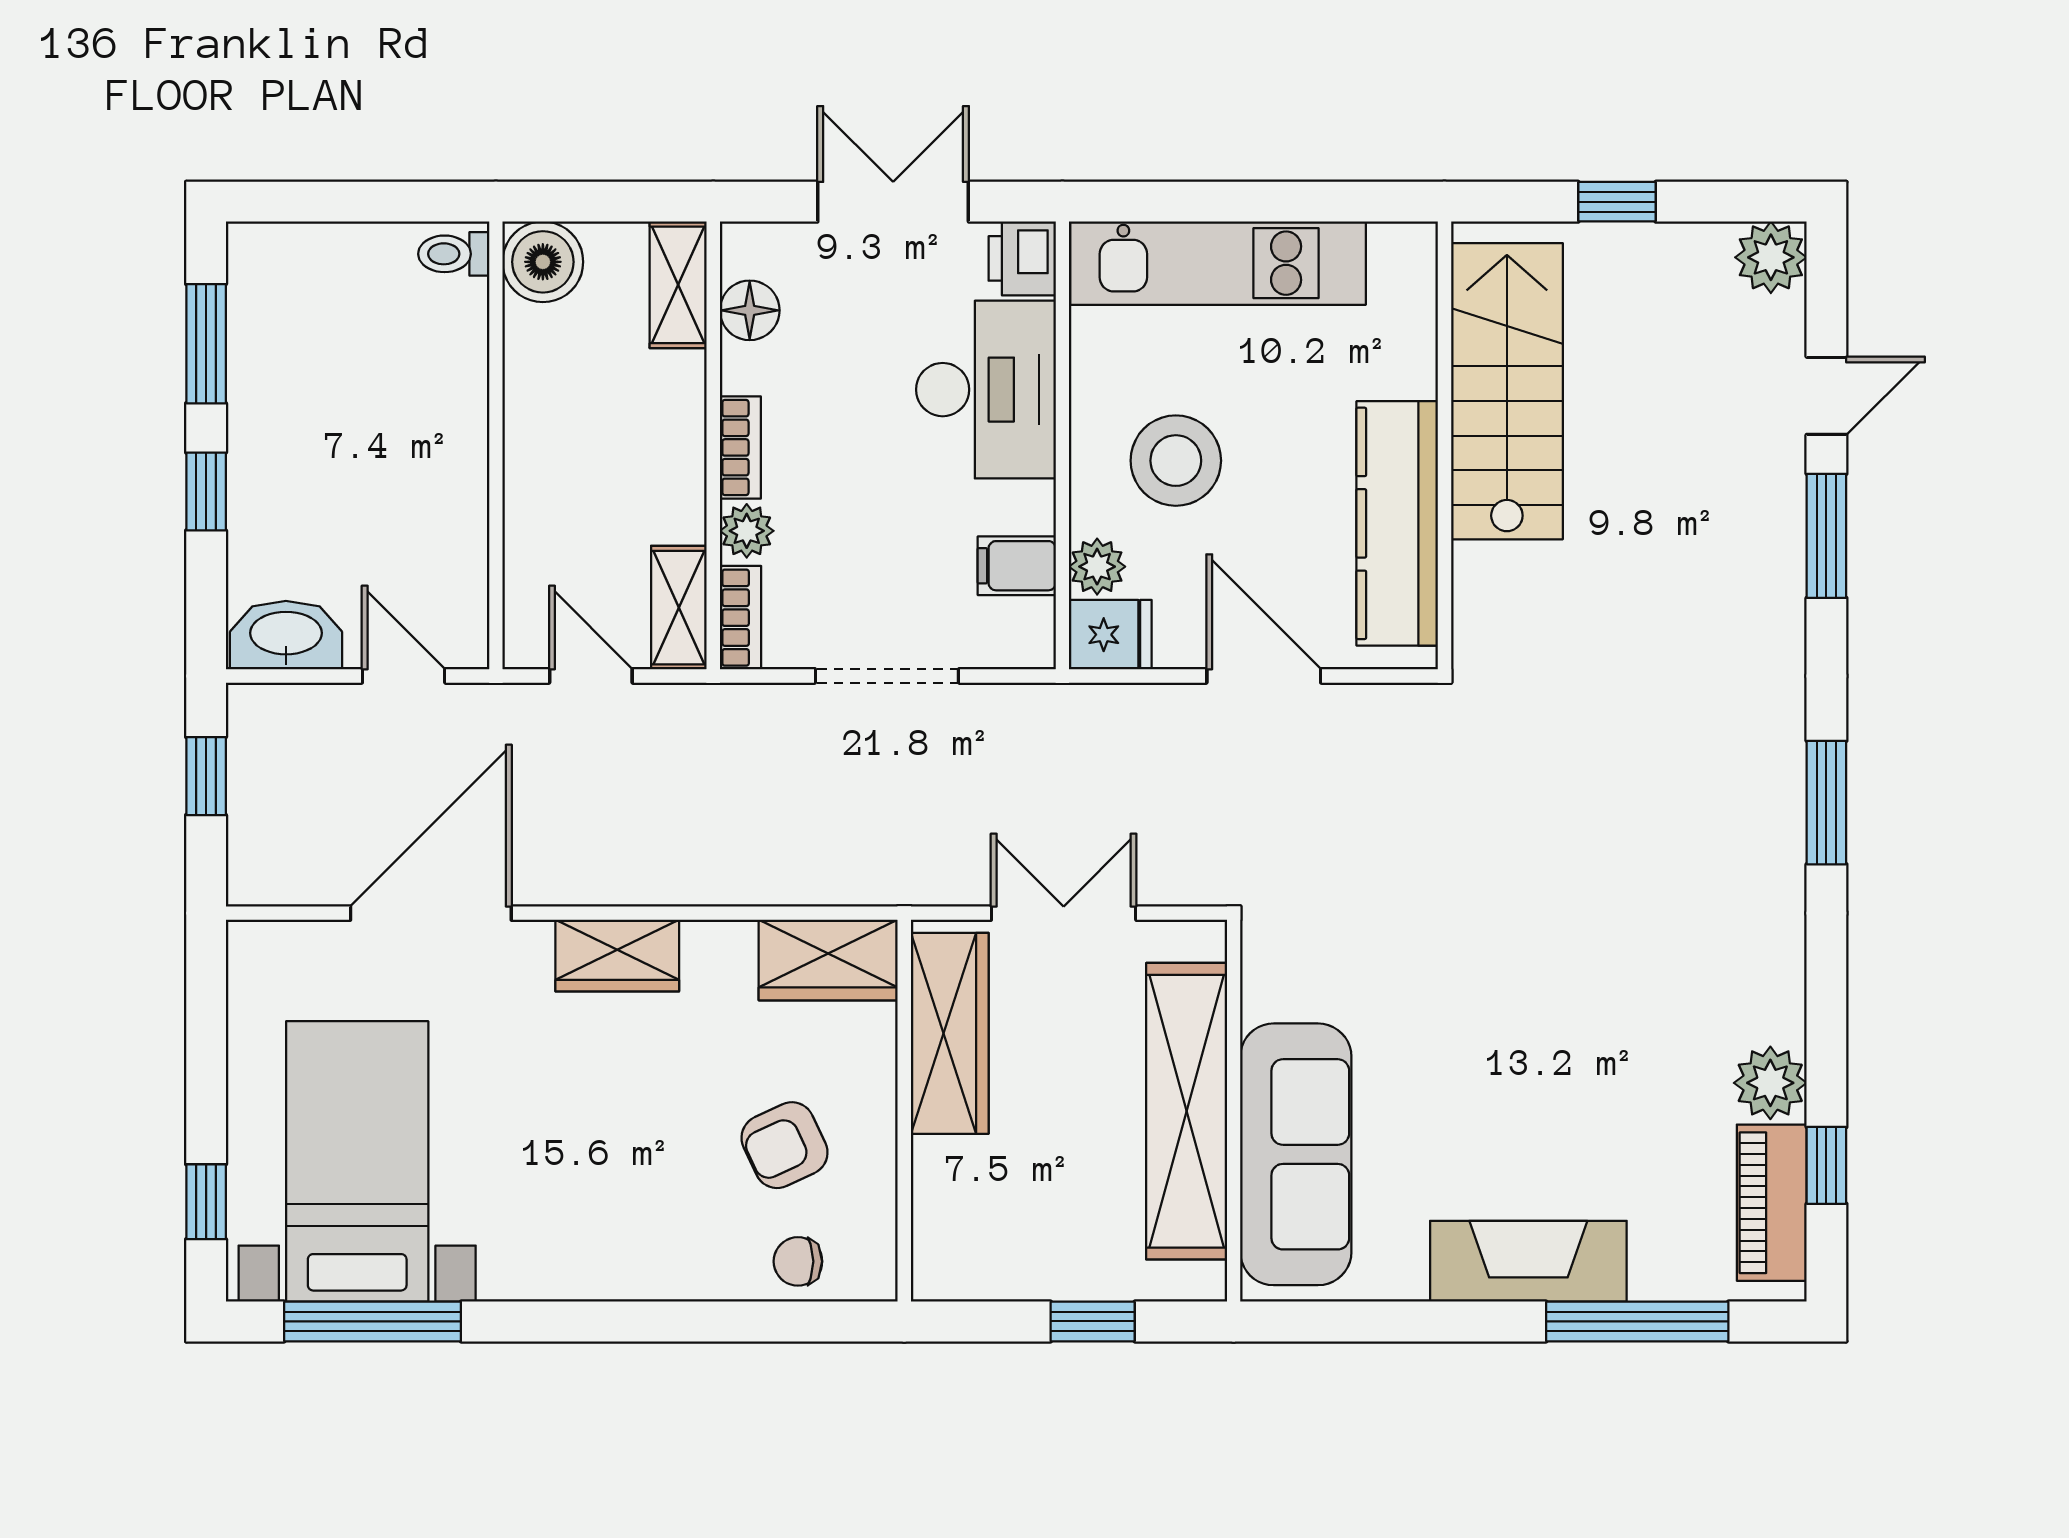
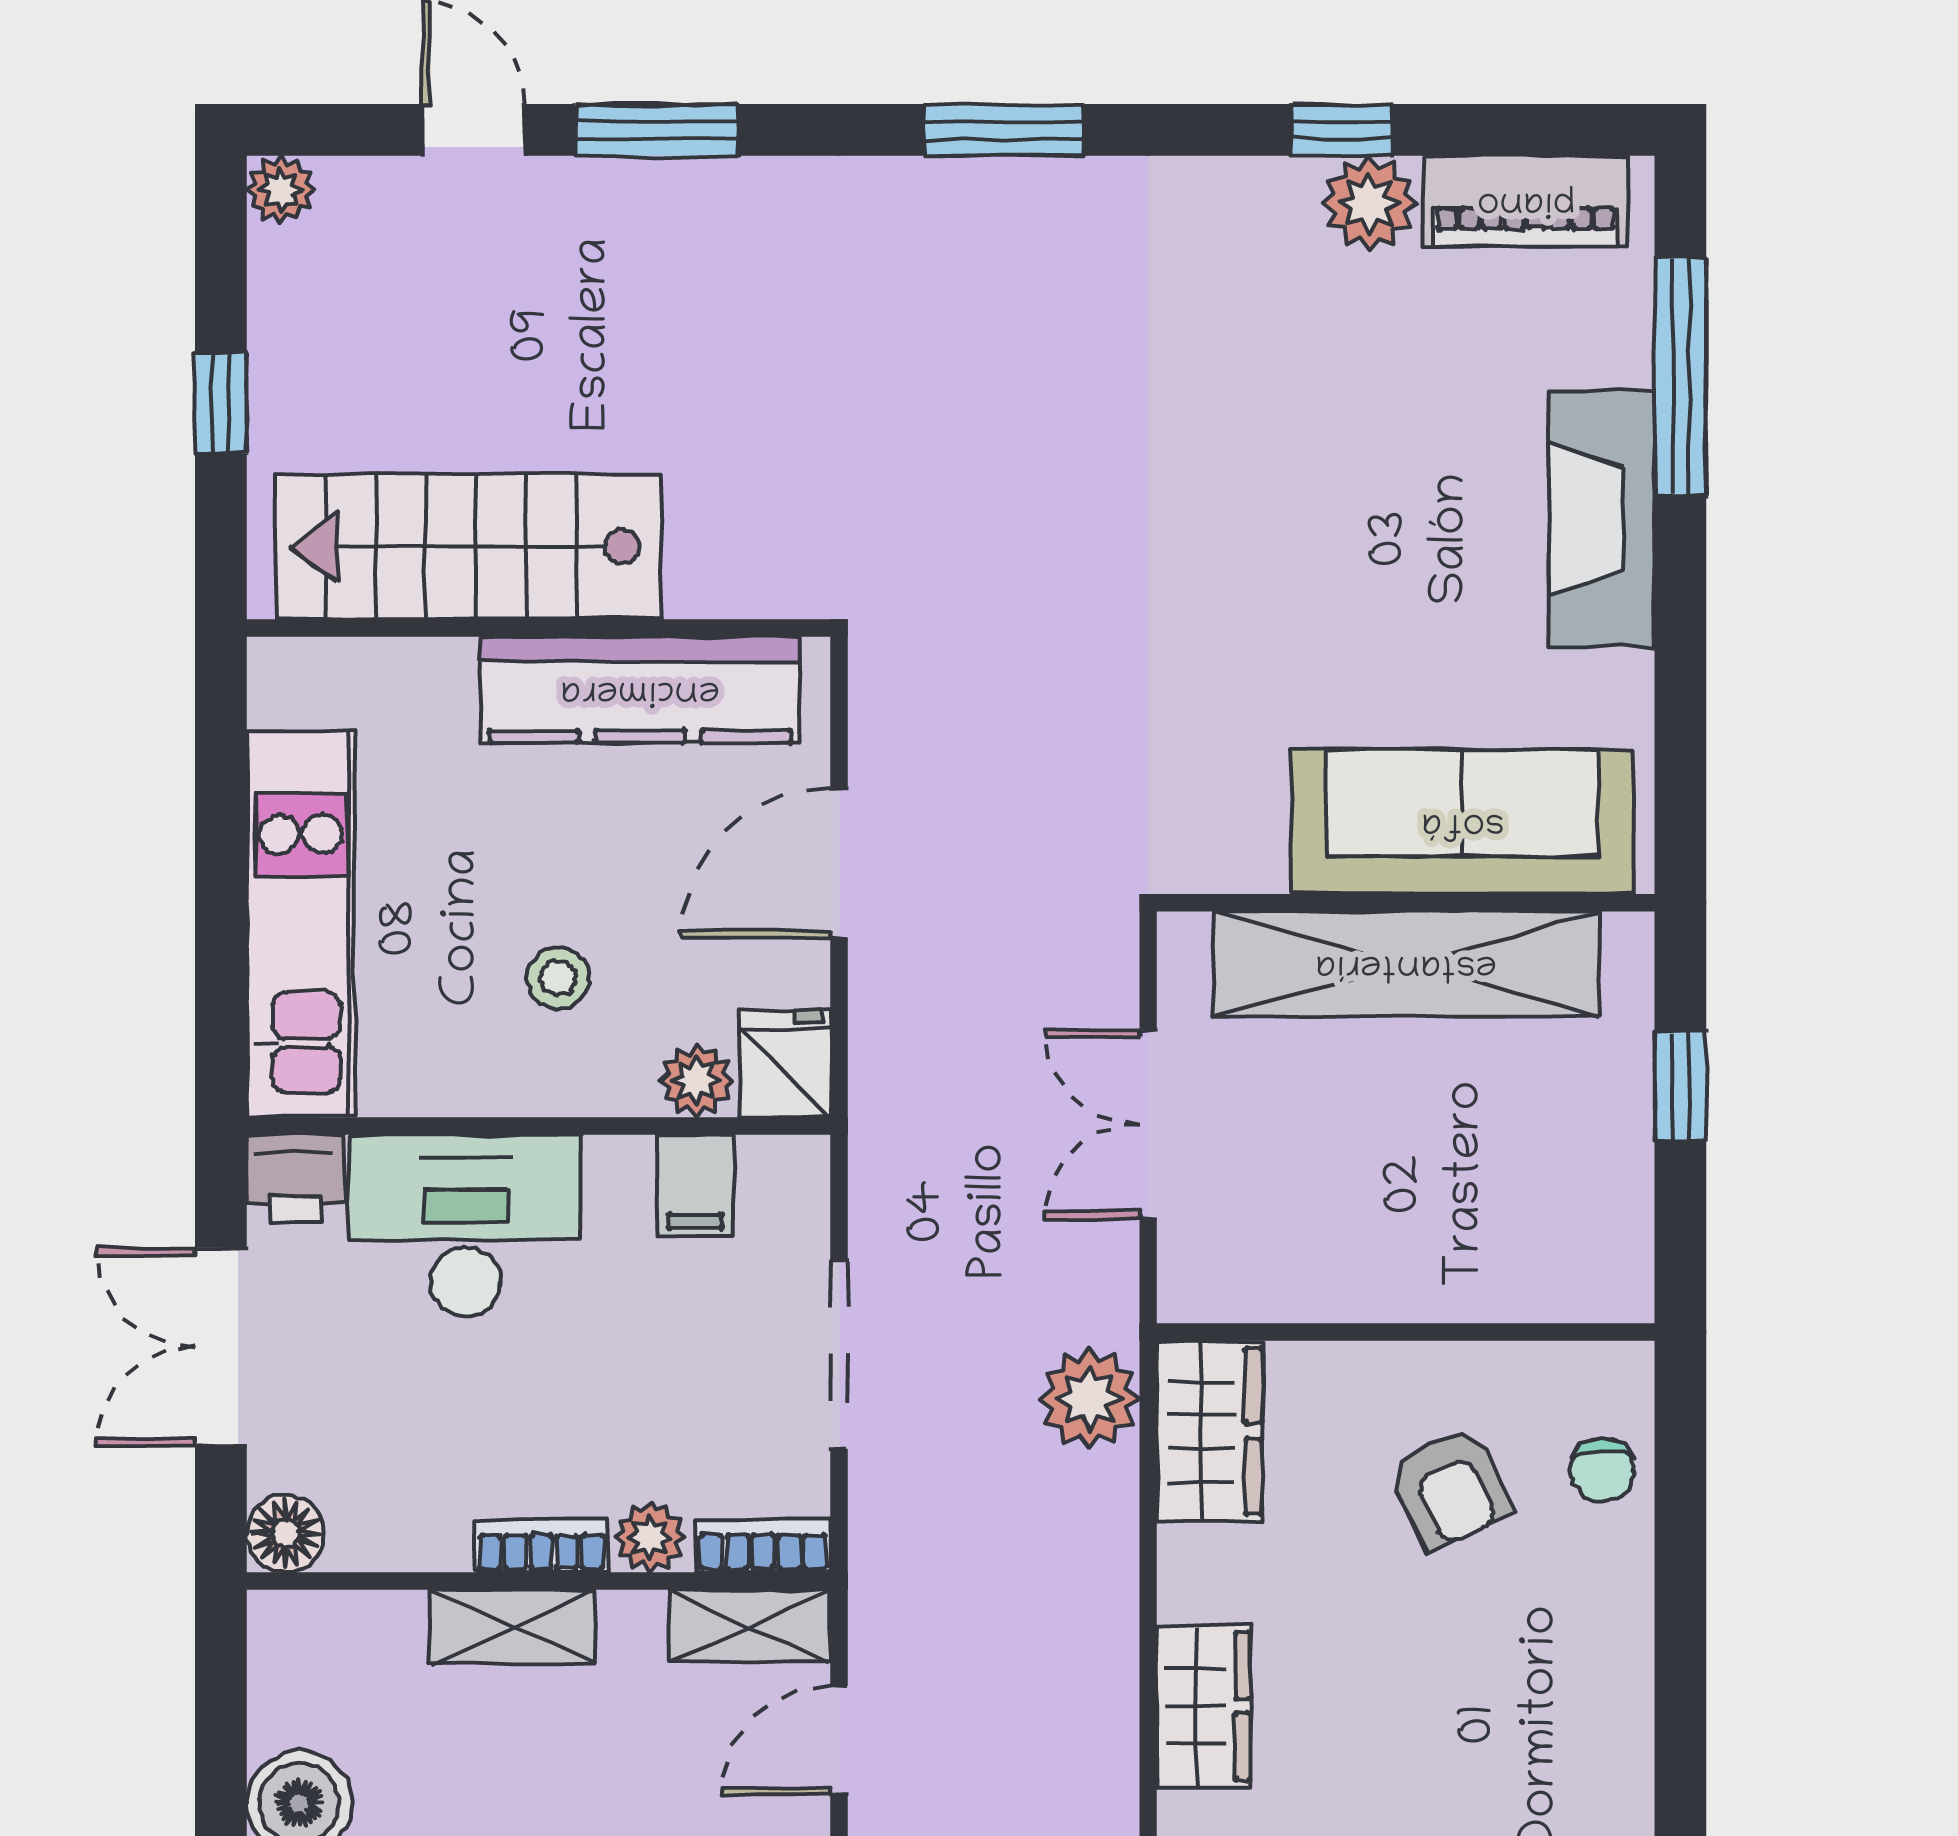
plant: (1771, 257) -> (281, 190), width x0.73, depth x0.73
shelving: (678, 285) -> (512, 1627), moved
floor lamp: (750, 310) -> (286, 1533), moved
stool: (1176, 461) -> (558, 978), width x0.53, depth x0.53
plant: (853, 868) -> (1089, 1399), added
wardrobe: (950, 1033) -> (1305, 1273), removed
window: (1826, 1165) -> (1342, 130), moved

